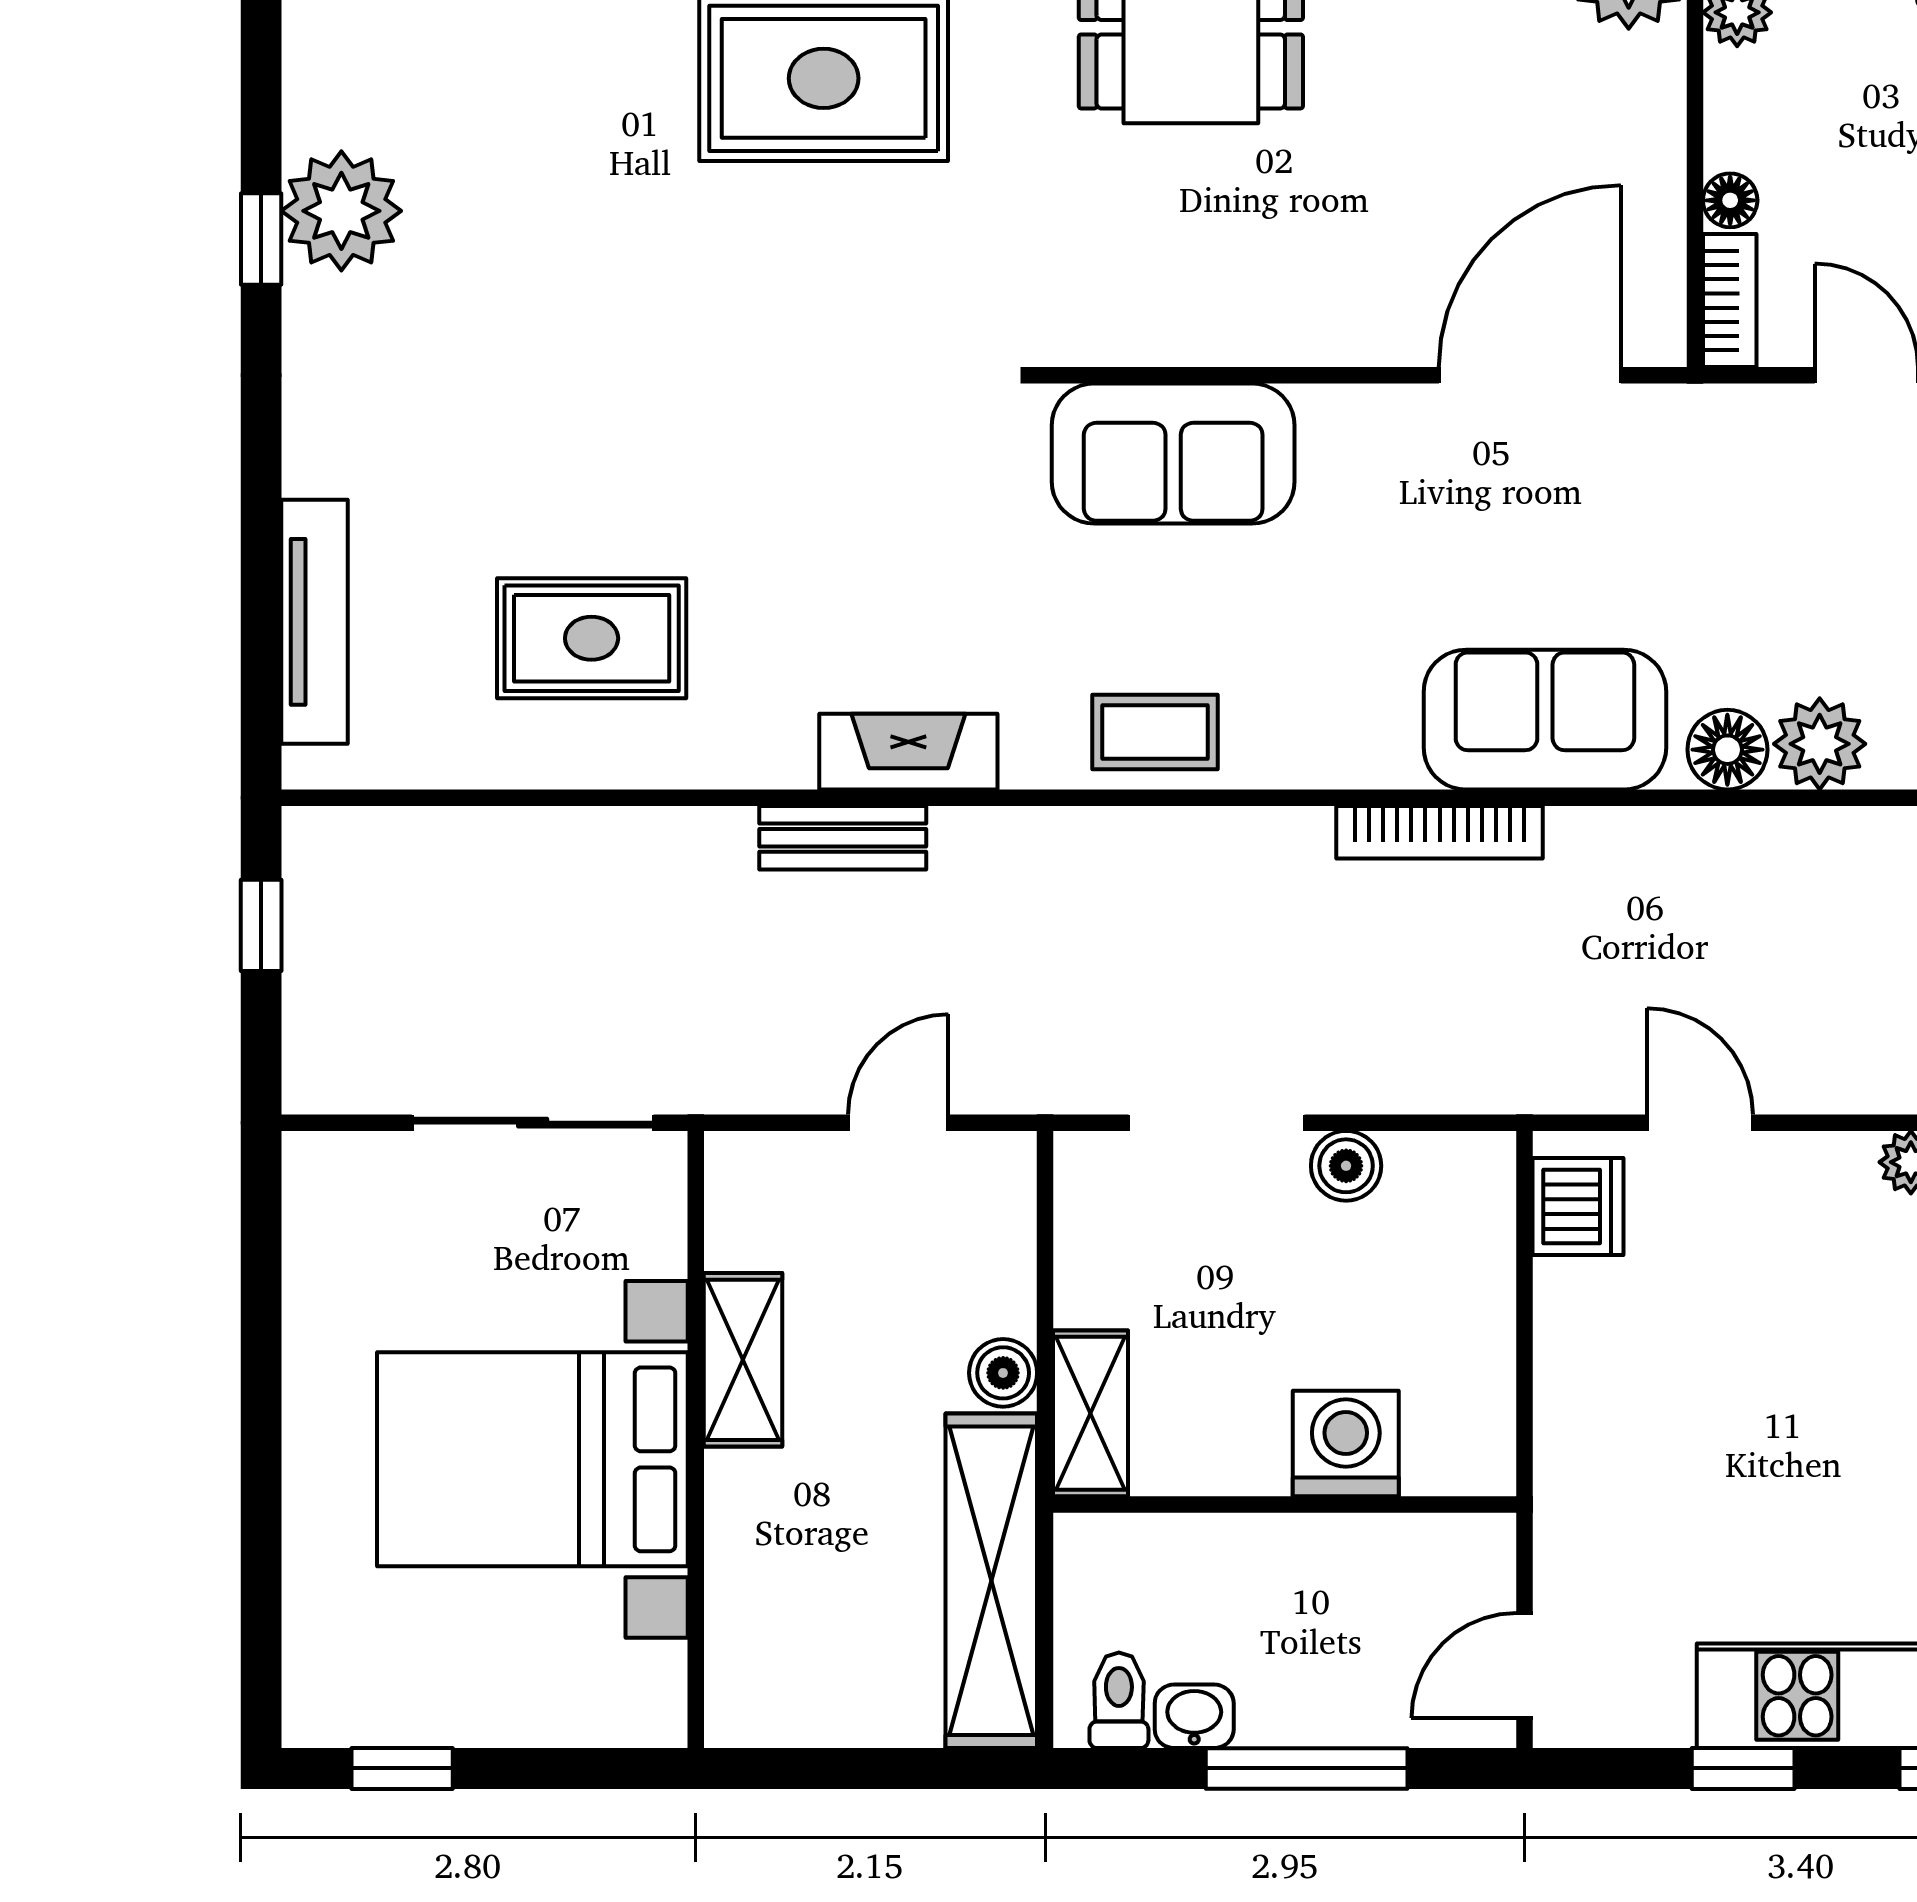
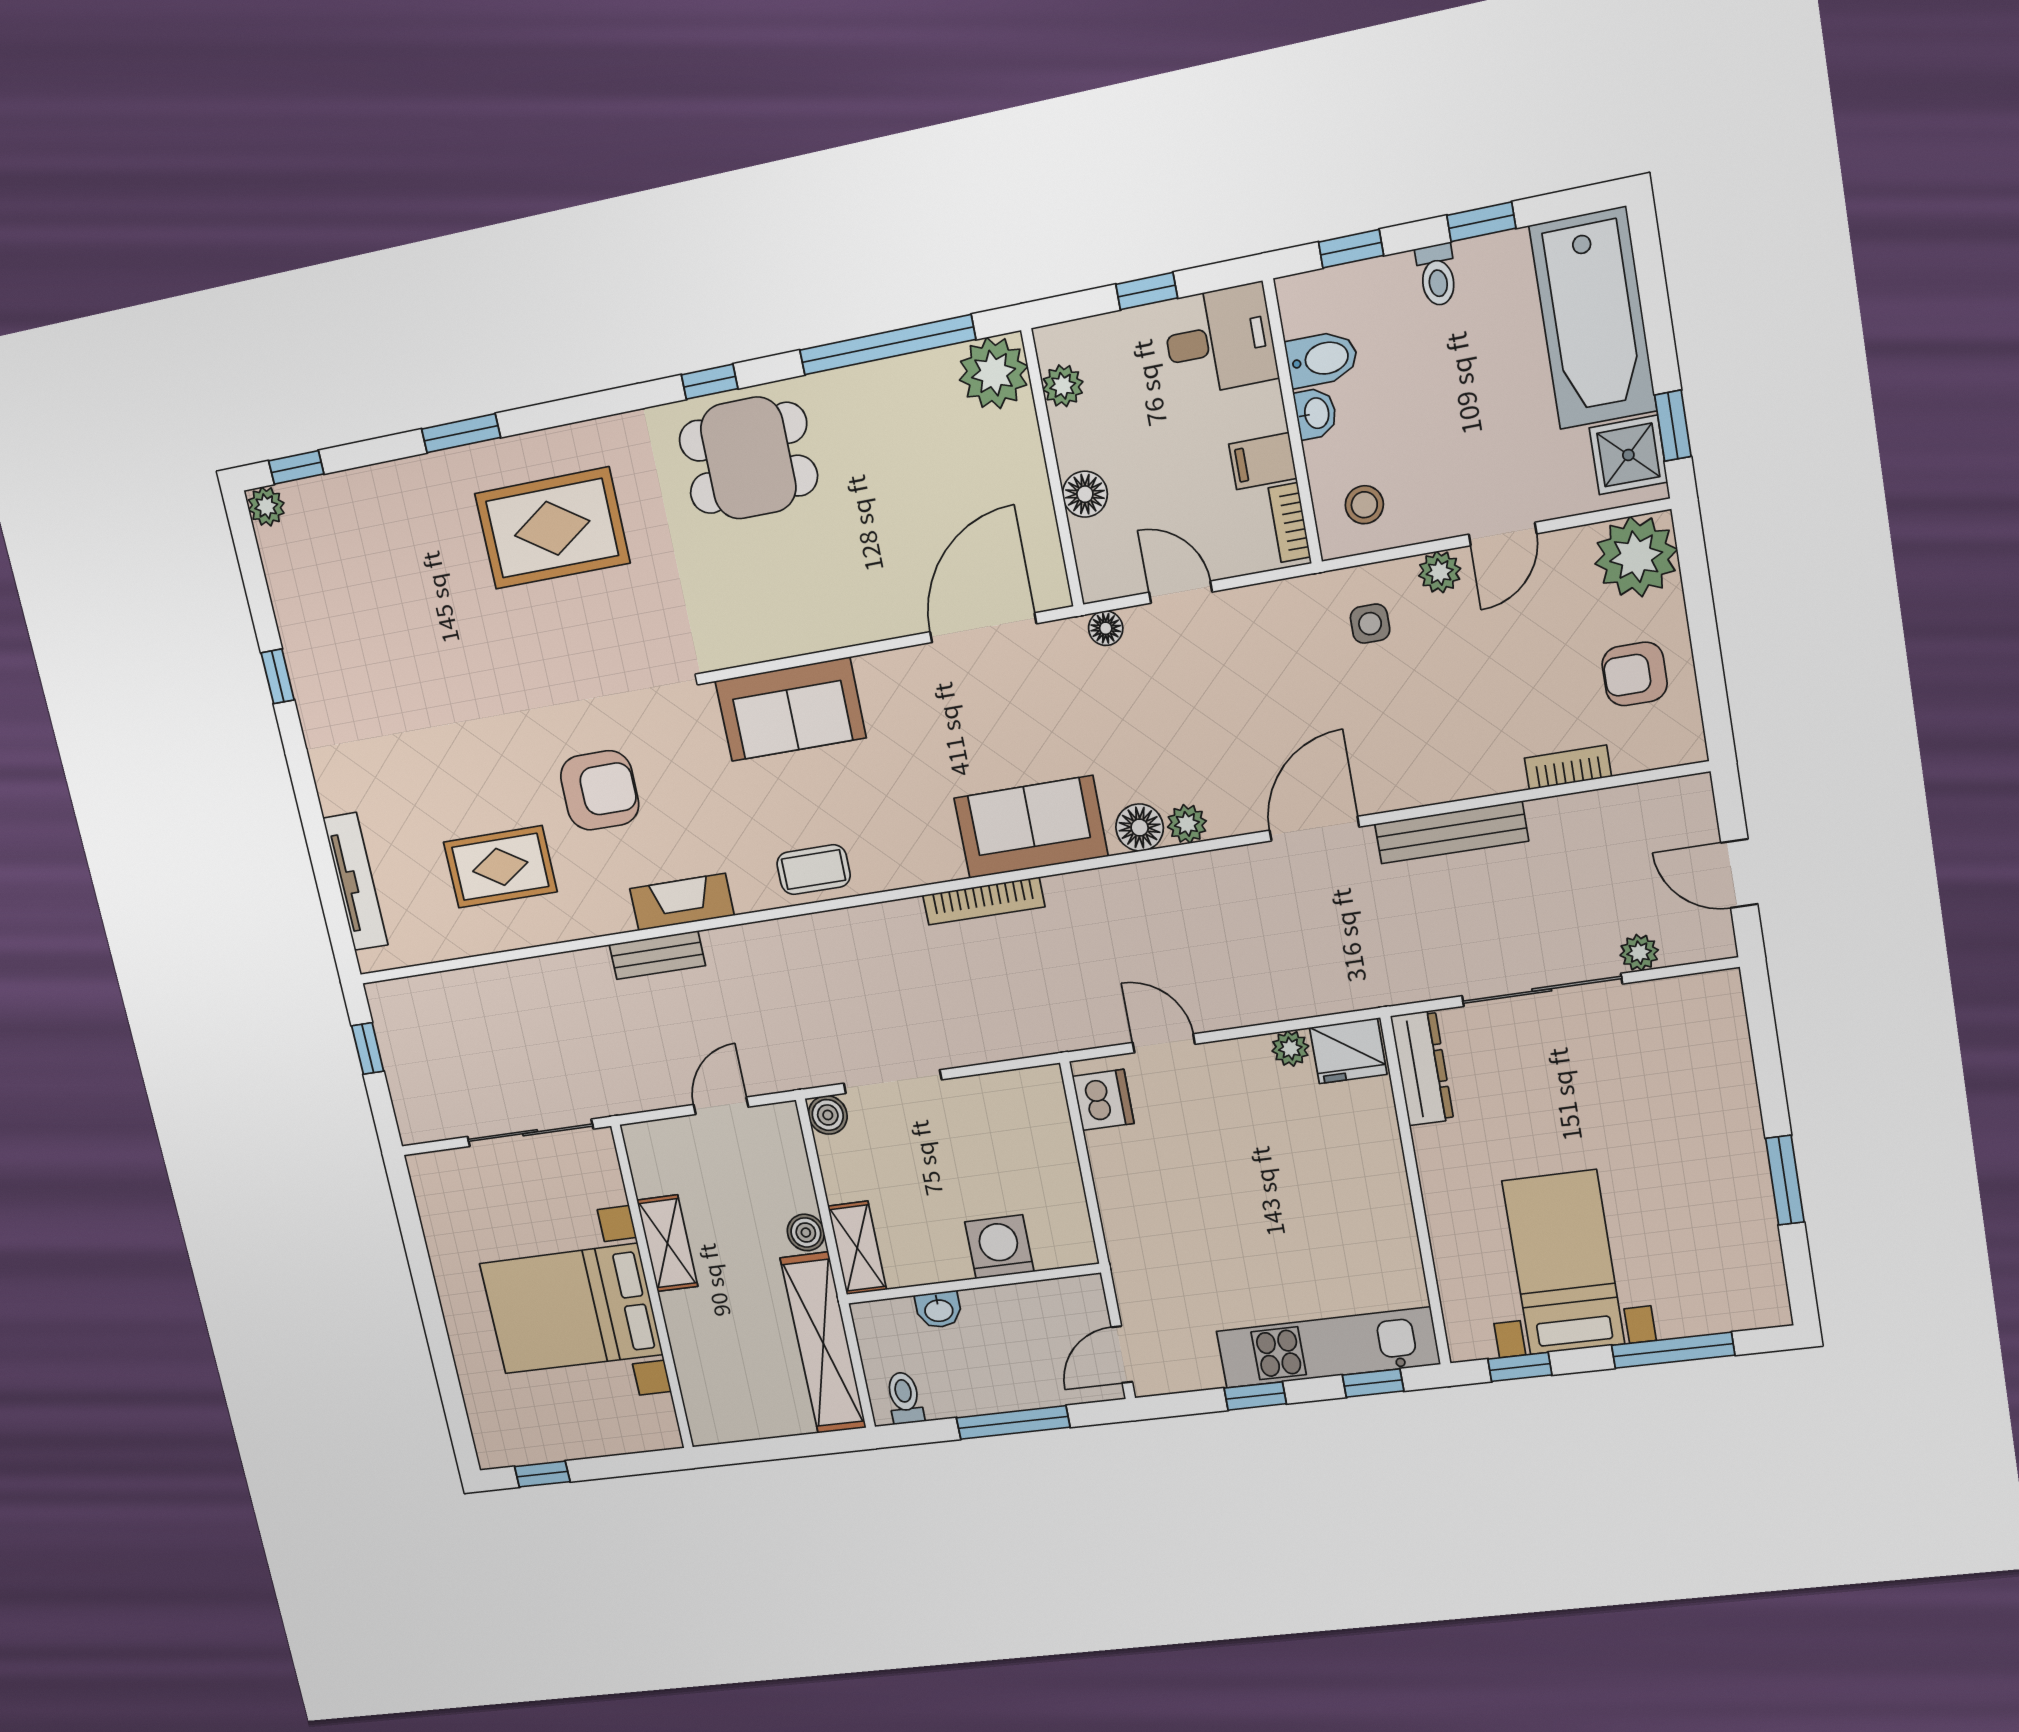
floor lamp: (1730, 200) -> (1085, 494), width x1.37, depth x1.37
plant: (341, 211) -> (315, 653), removed
bookcase: (1730, 301) -> (1091, 562), removed
floor lamp: (1733, 412) -> (1106, 628), added
armchair: (805, 535) -> (600, 790), added
plant: (1820, 744) -> (1187, 824), width x0.73, depth x0.73
boiler: (1346, 1166) -> (828, 1115), moved
washbasin: (1194, 1716) -> (939, 1310), moved, turned 180

